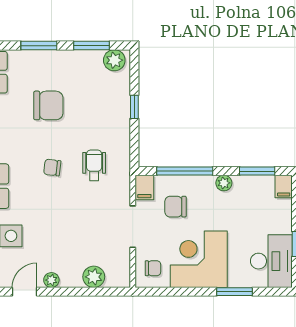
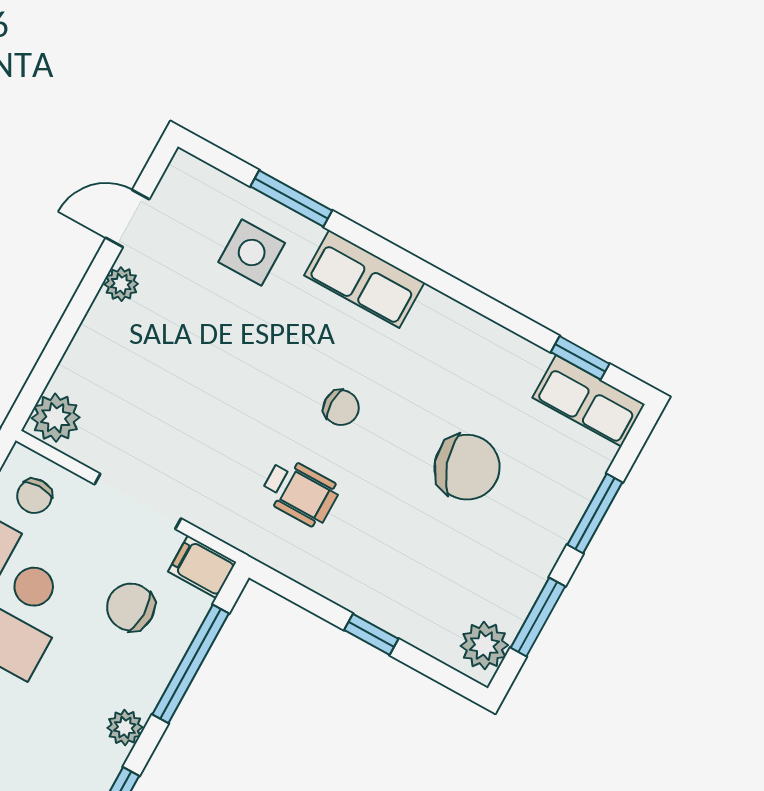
chair: (48, 105) -> (467, 467), turned -108
chair: (52, 167) -> (341, 408), turned 83
chair: (176, 207) -> (131, 607), turned -90
plant: (94, 277) -> (56, 418), moved
door: (24, 292) -> (128, 219), swing flipped

